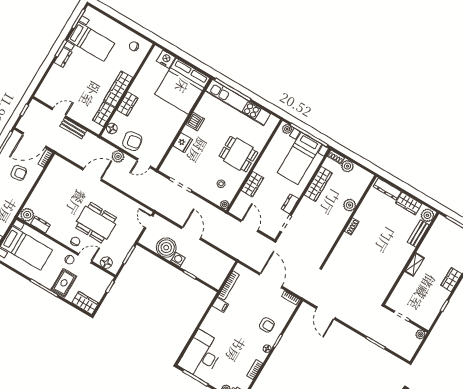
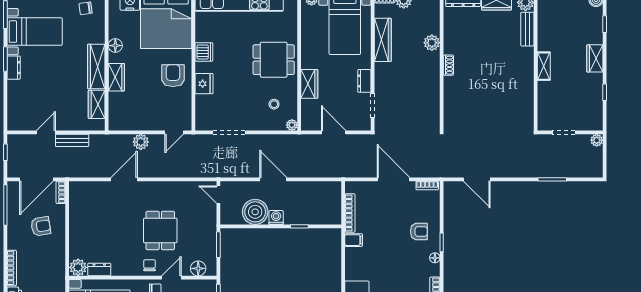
floor lamp: (112, 128) -> (115, 46), moved
armchair: (132, 141) -> (173, 76), moved, turned -81
dining table: (96, 223) -> (160, 230), width x0.73

